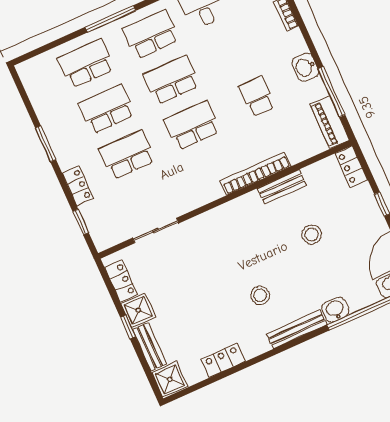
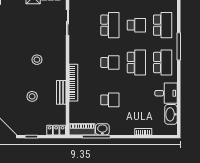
washbasin: (305, 67) -> (102, 129), moved
school desk: (107, 109) -> (136, 25), width x0.54
school desk: (192, 126) -> (110, 63), width x0.54
stool: (260, 295) -> (37, 60), moved

